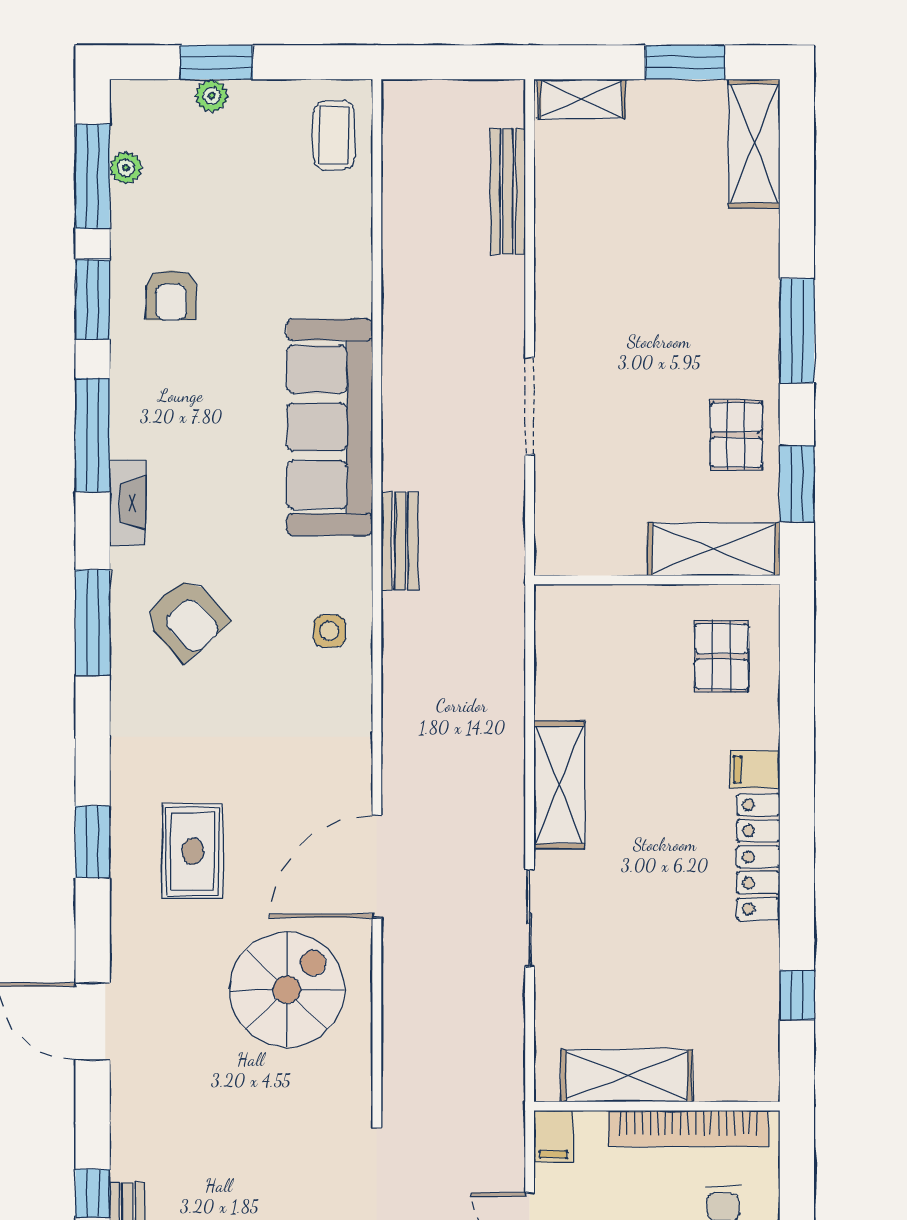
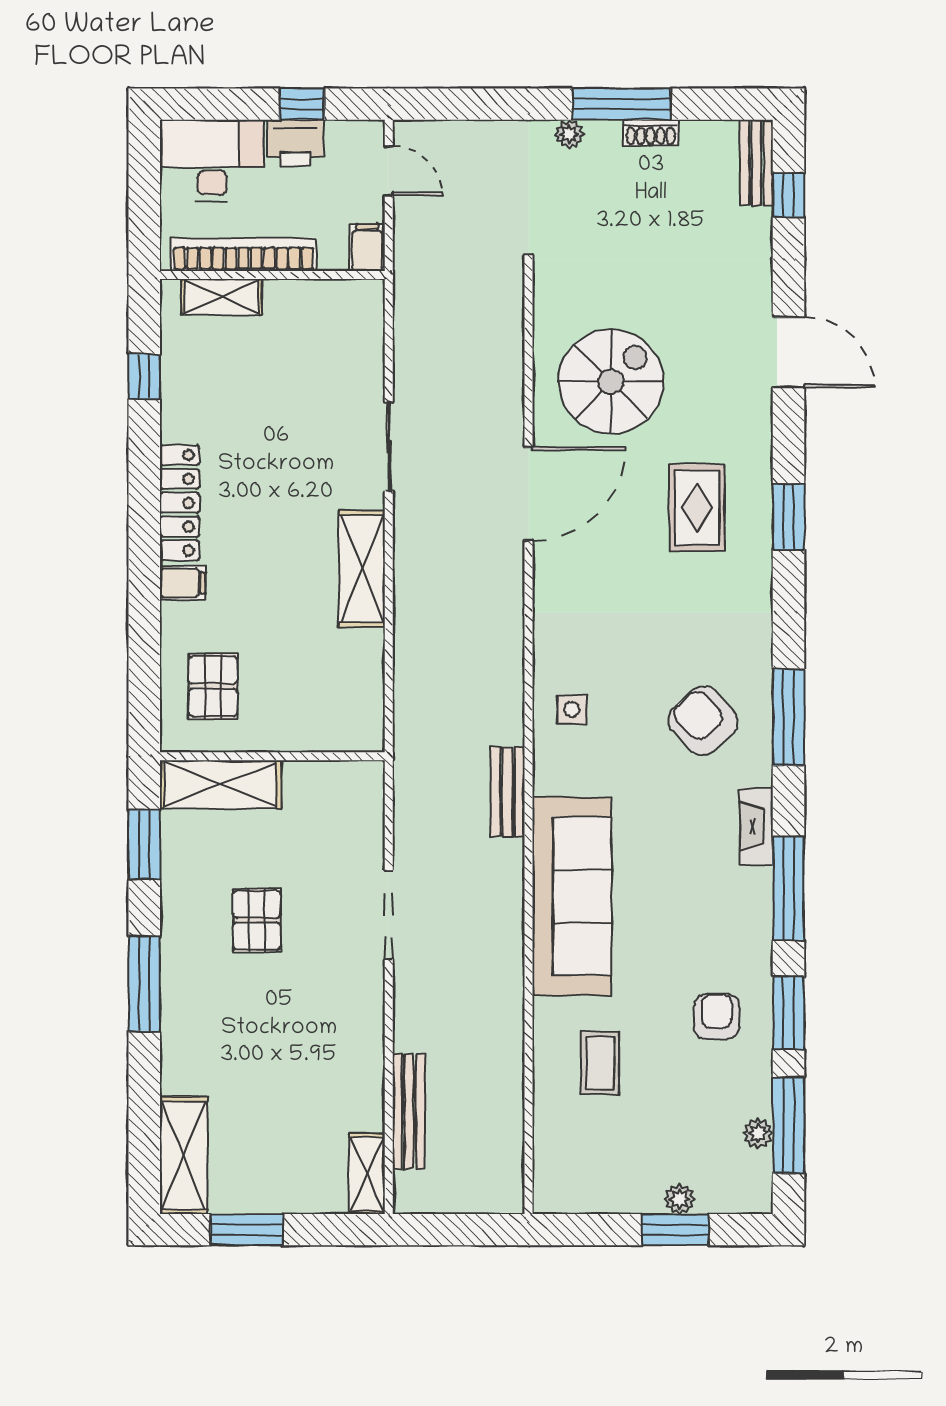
shelving: (581, 99) -> (367, 1174), moved, turned 90
coffee table: (334, 135) -> (600, 1063), moved
pallet: (736, 435) -> (257, 920), moved
spiral stairs: (287, 989) -> (611, 382), turned 180
shelving: (627, 1076) -> (222, 297), moved, width x0.67, depth x0.75

